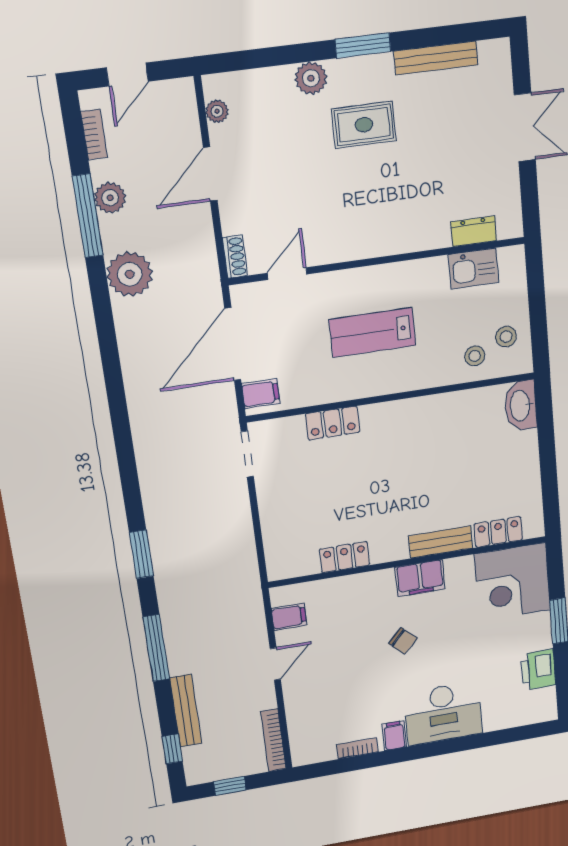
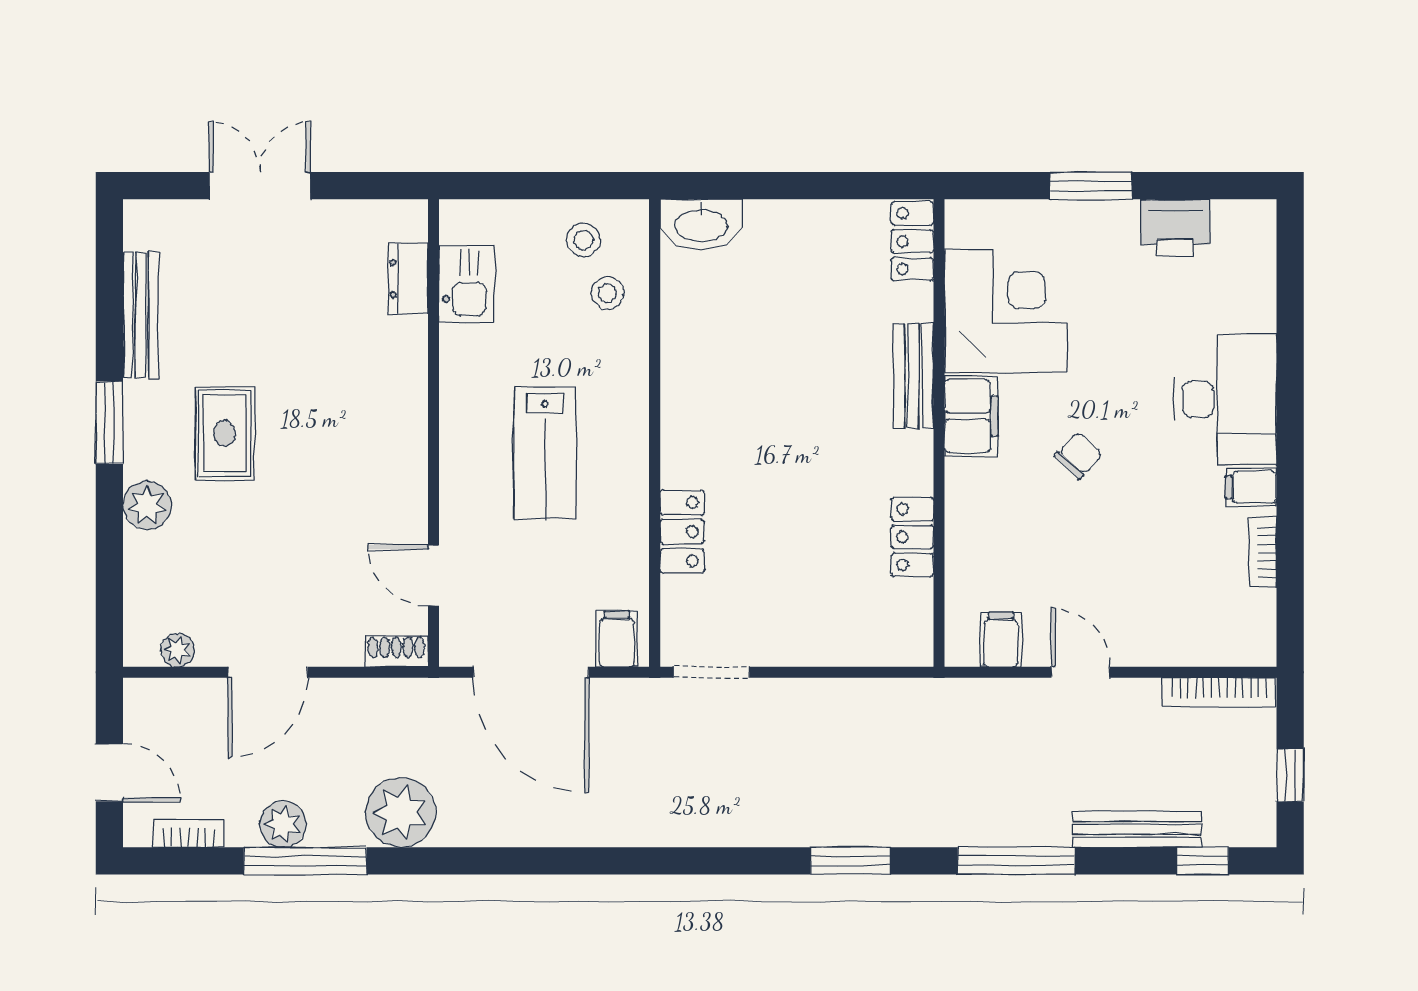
door: (210, 174) -> (268, 672), hinge flipped
locker: (498, 532) -> (912, 241), moved
corner desk: (513, 582) -> (1006, 311), moved, turned -90

